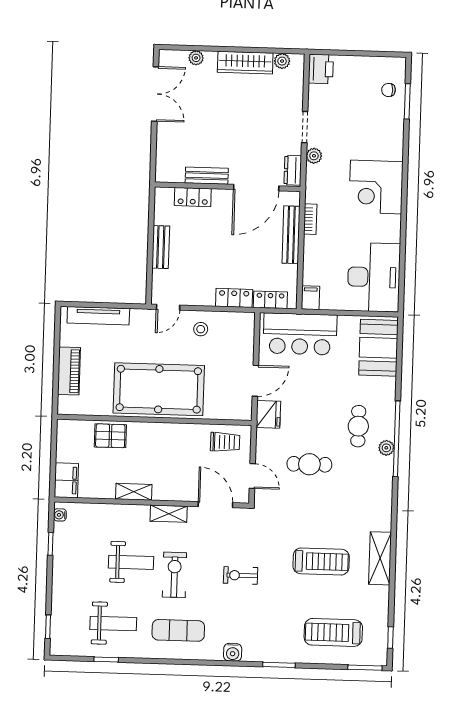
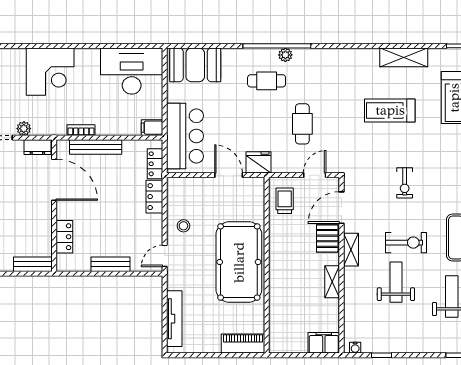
bench: (207, 176) -> (33, 264), moved, turned 90
door: (168, 307) -> (165, 256), swing flipped
piano: (69, 371) -> (243, 344), moved
pallet: (110, 436) -> (327, 238), moved
shelving: (380, 558) -> (404, 57), moved
treadmill: (321, 561) -> (390, 110), turned -90
exercise bike: (174, 575) -> (406, 243), turned 180

